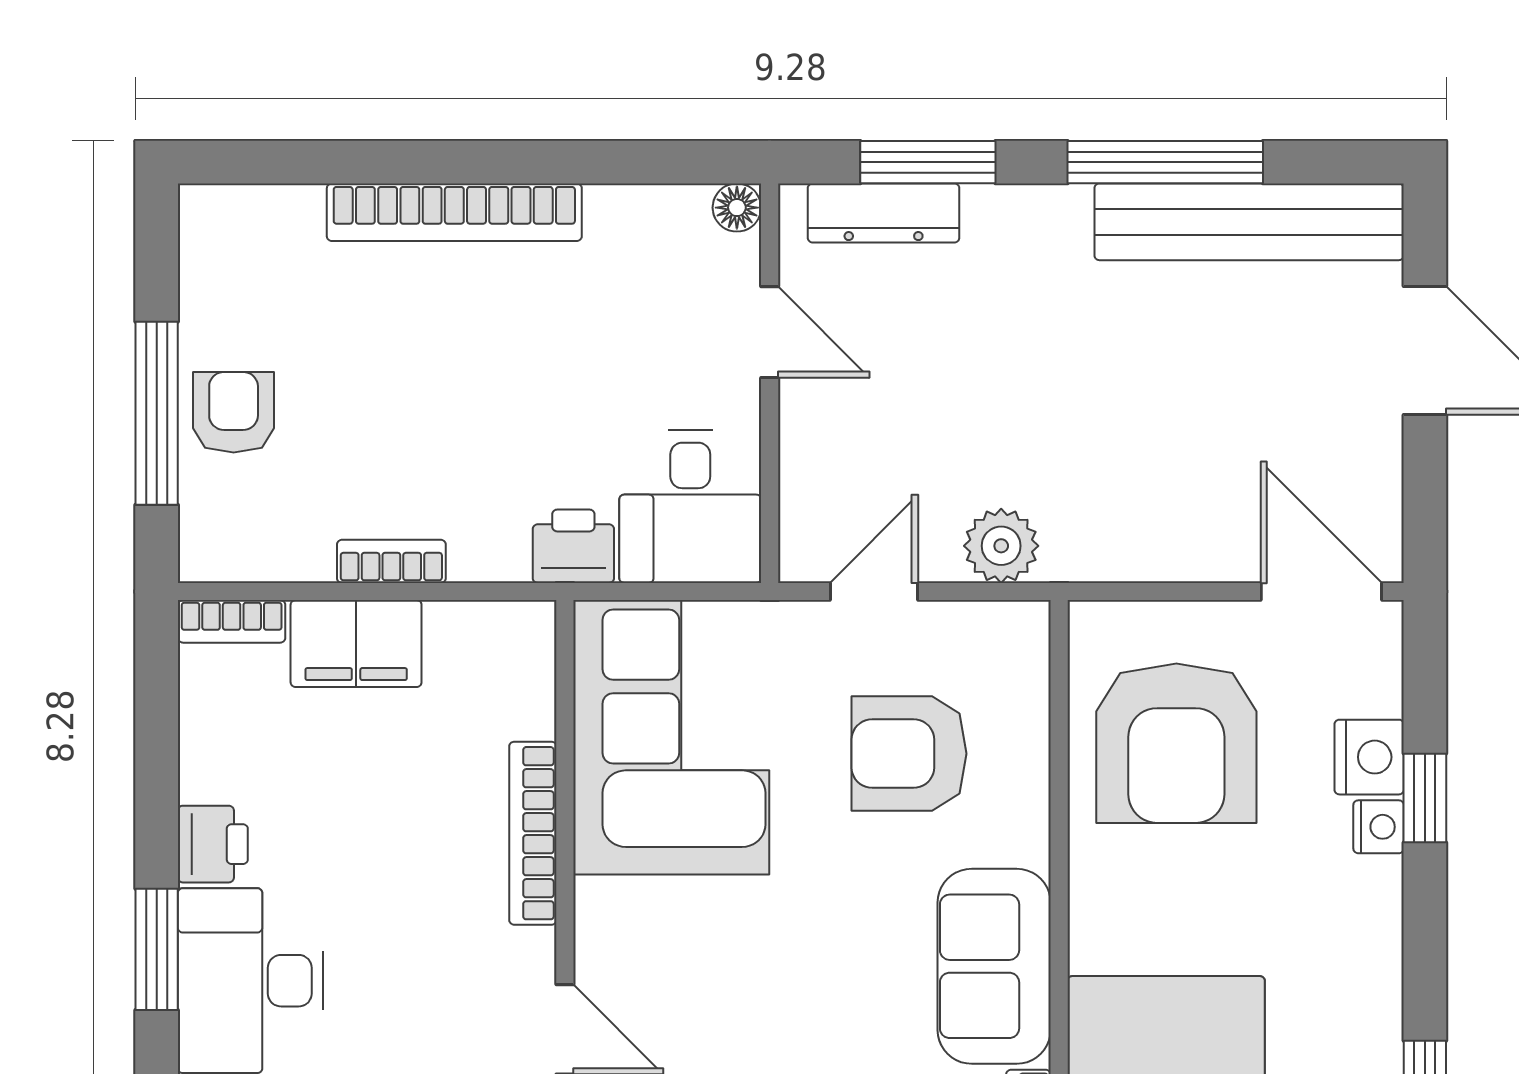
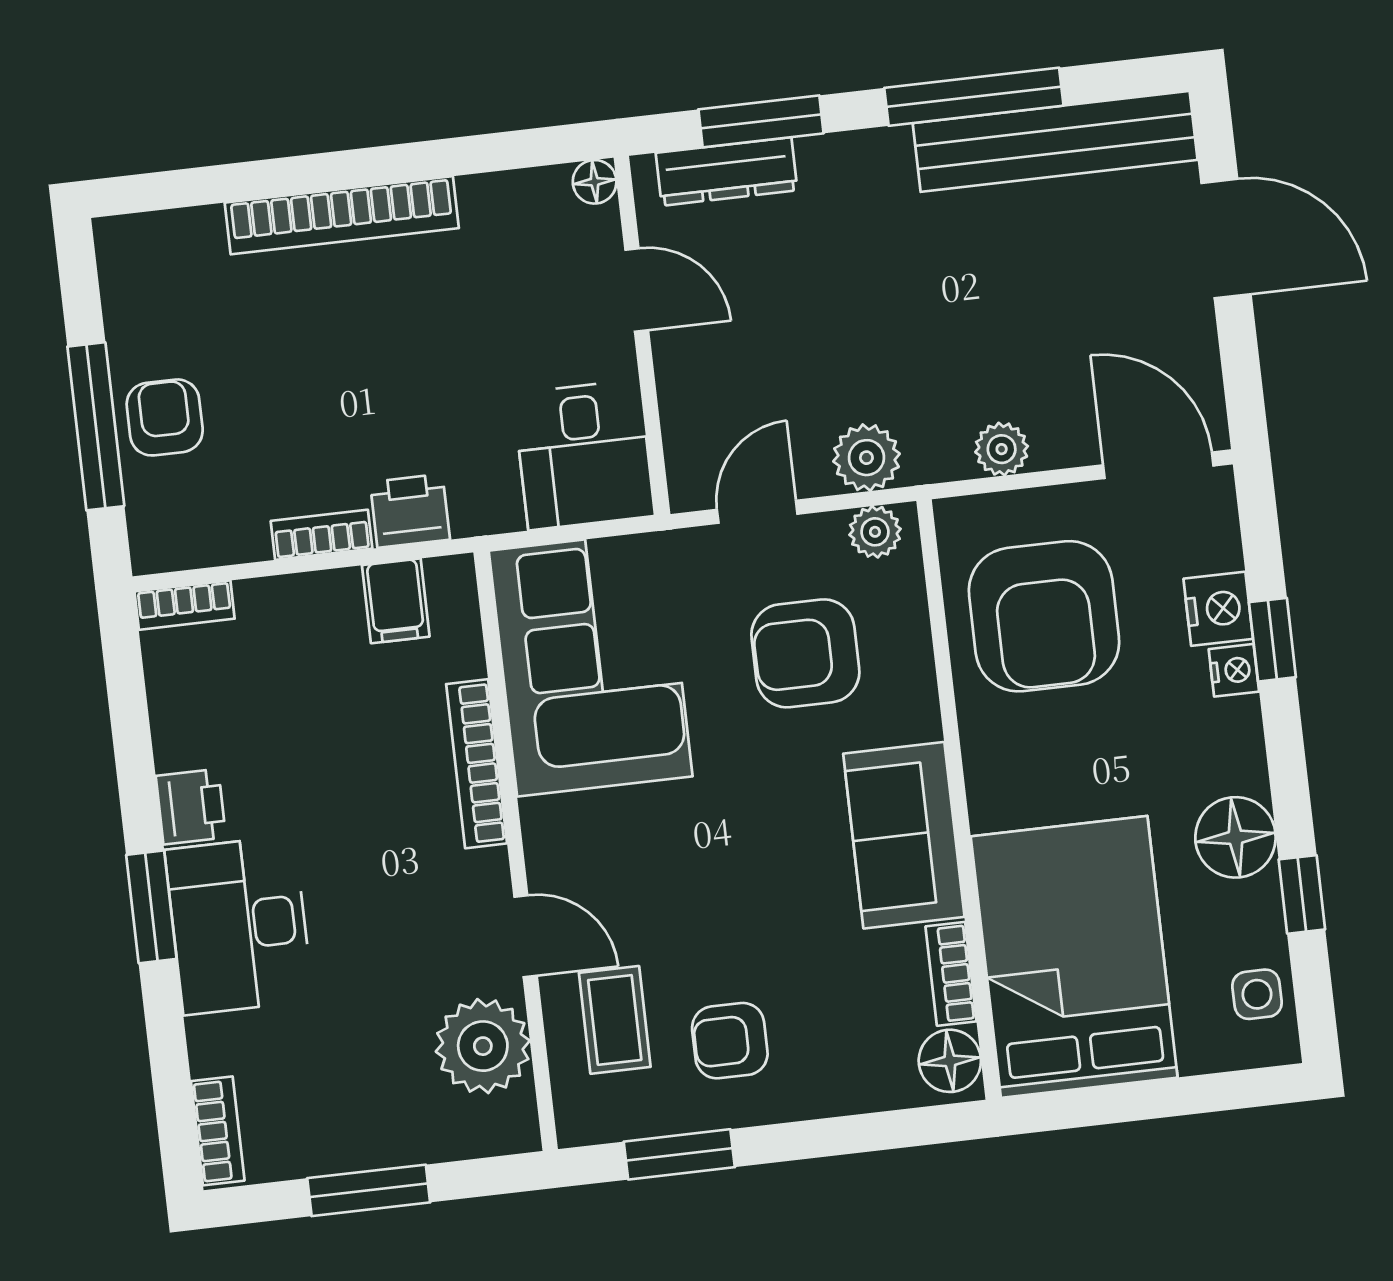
printer: (573, 546) -> (410, 511), moved
plant: (1151, 554) -> (1002, 449), added
plant: (1001, 629) -> (875, 532), added
filing cabinet: (356, 644) -> (396, 601), moved, width x0.50
floor lamp: (1359, 1011) -> (1235, 837), added

